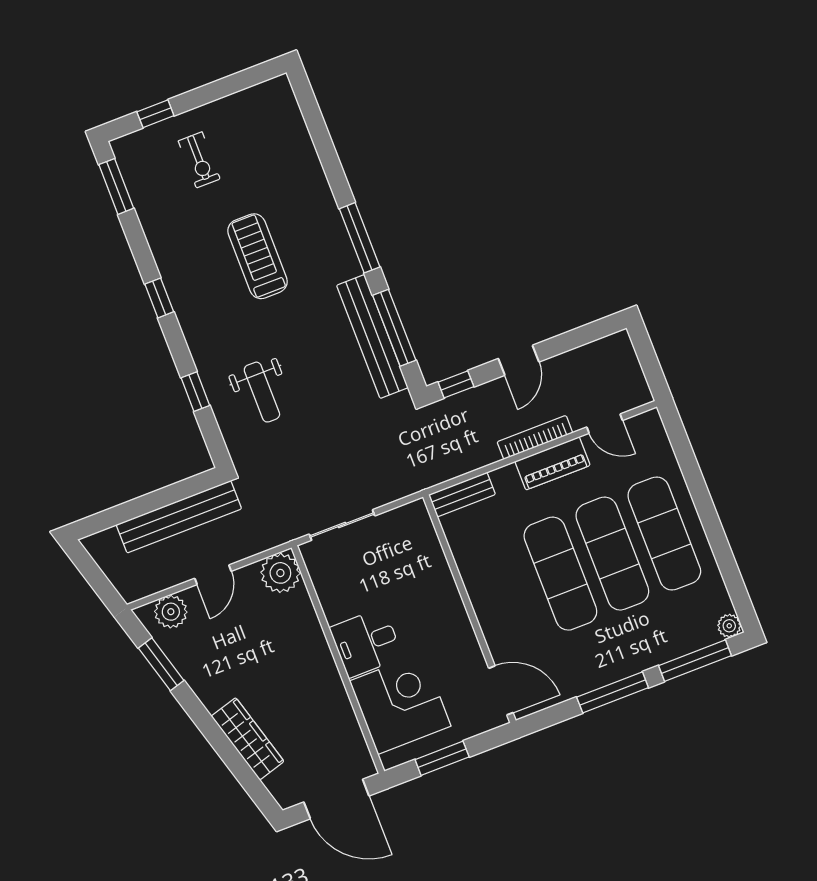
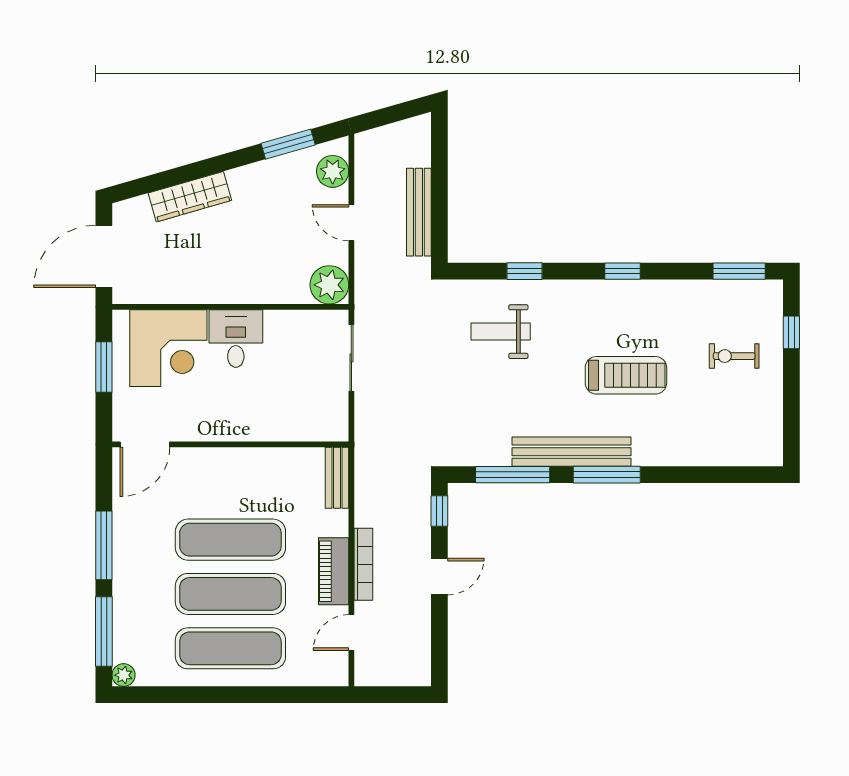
bench: (372, 337) -> (572, 452), moved
door: (519, 360) -> (439, 577), swing flipped
bench: (179, 517) -> (419, 212), width x0.73, depth x0.82

